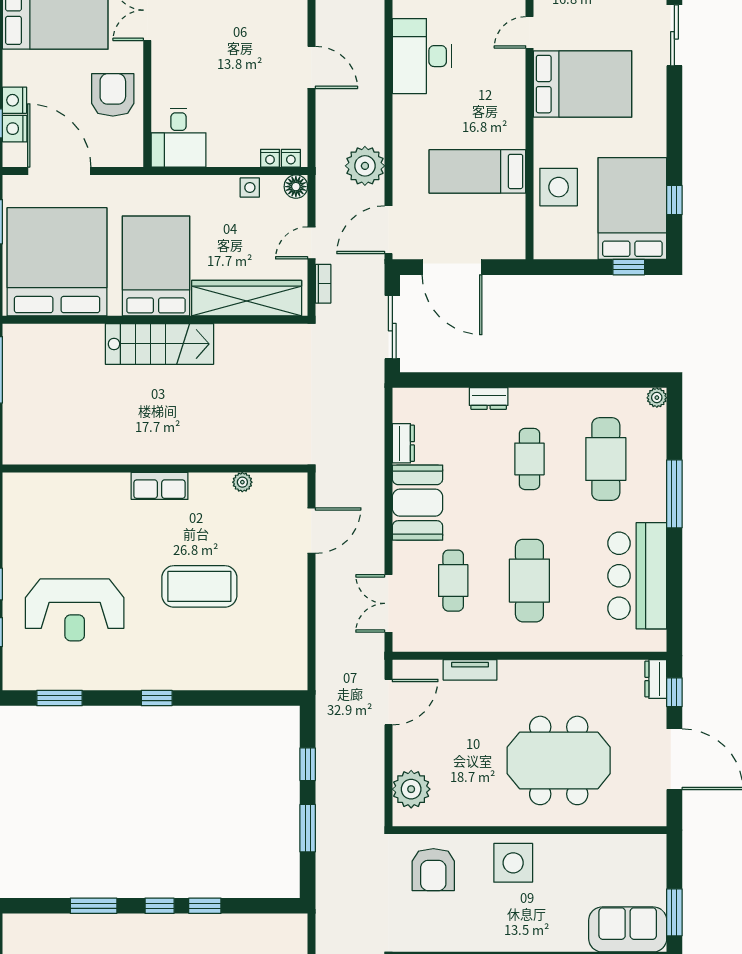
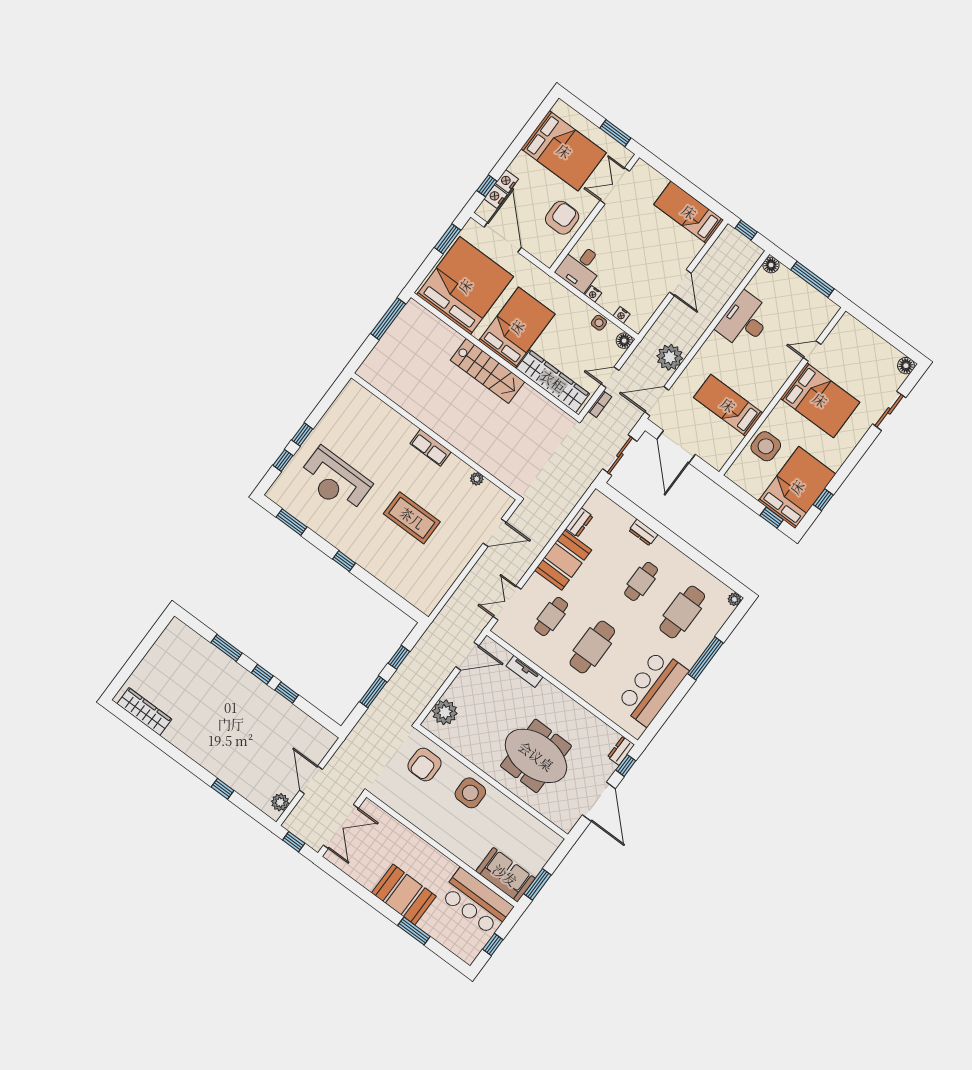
nightstand: (291, 158) -> (593, 294), moved

